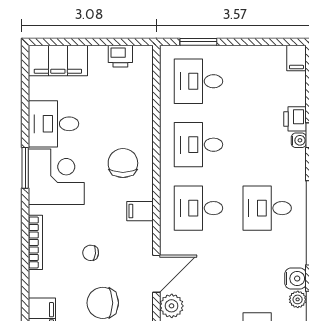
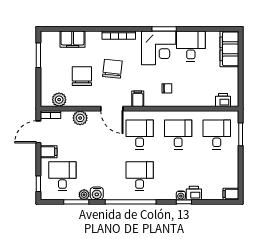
printer: (120, 56) -> (223, 100), moved, turned 90
chair: (123, 163) -> (167, 88), width x0.54, depth x0.54
chair: (91, 253) -> (112, 69), width x1.87, depth x1.87
door: (156, 274) -> (112, 109), moved

